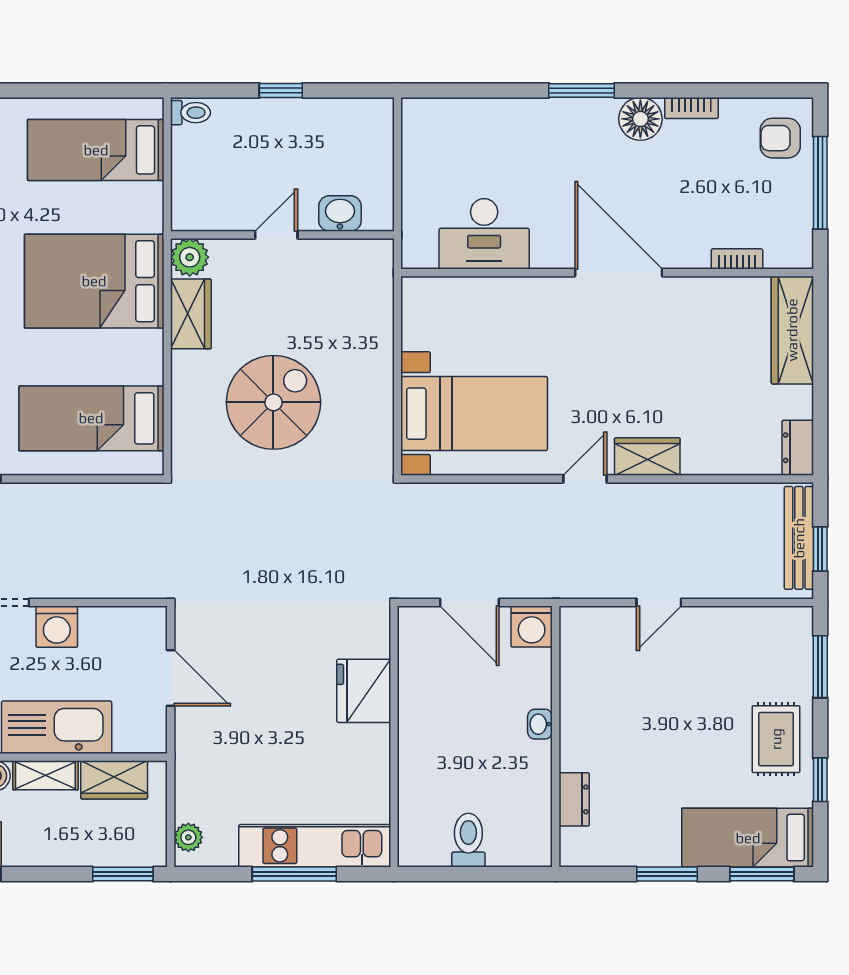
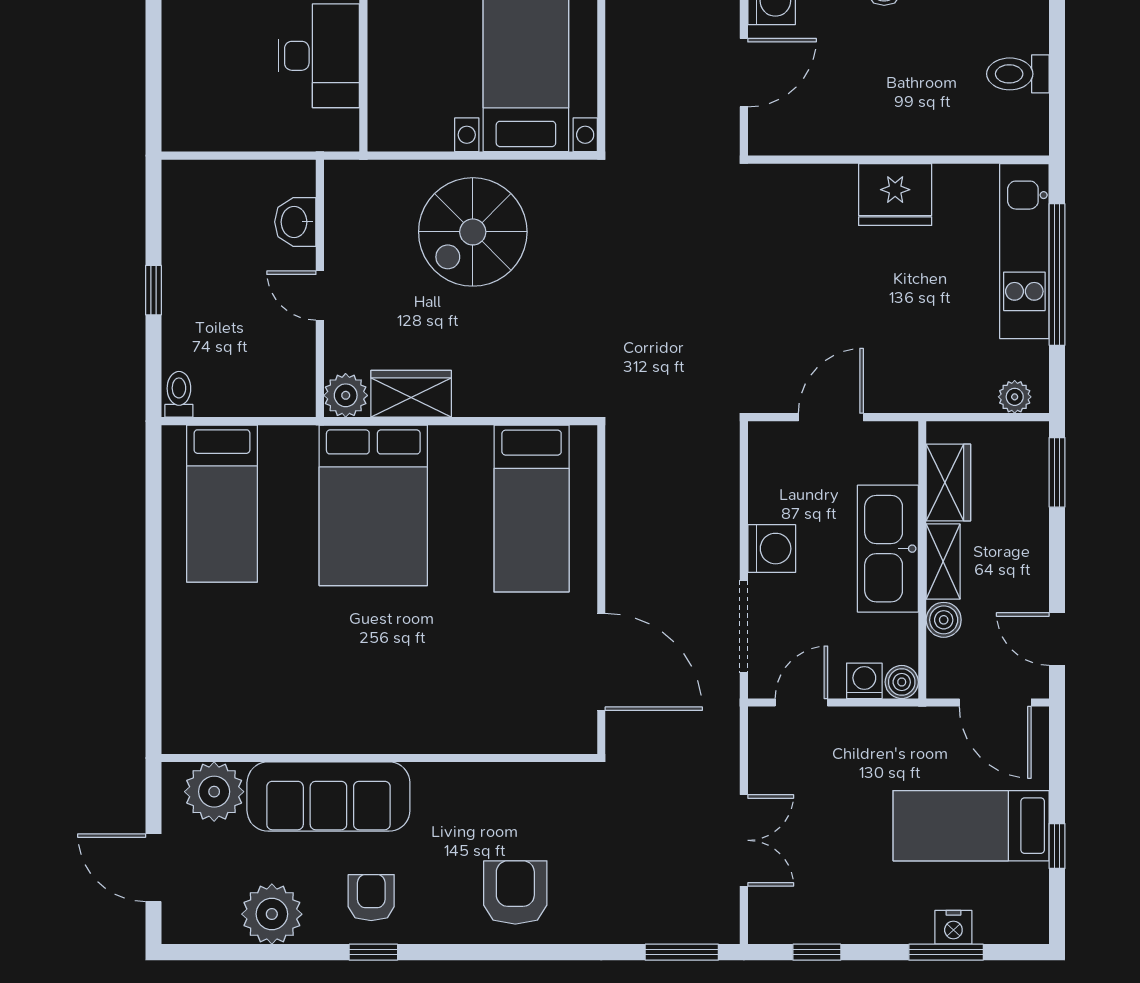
spiral stairs: (273, 402) -> (473, 232), moved, turned -90
fridge: (364, 691) -> (895, 195), moved
window: (294, 874) -> (1057, 275), width x1.46

